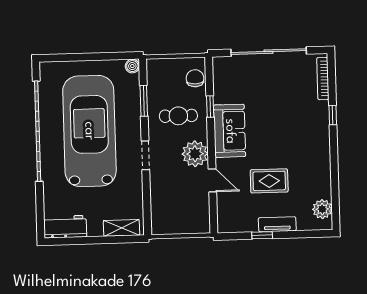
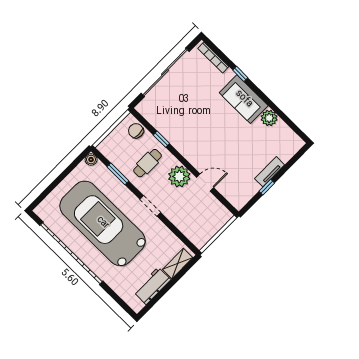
sofa: (230, 131) -> (244, 99), moved, turned 180
rug: (269, 181) -> (240, 150), removed
plant: (322, 209) -> (269, 118), moved
workbench: (65, 227) -> (152, 286), moved

